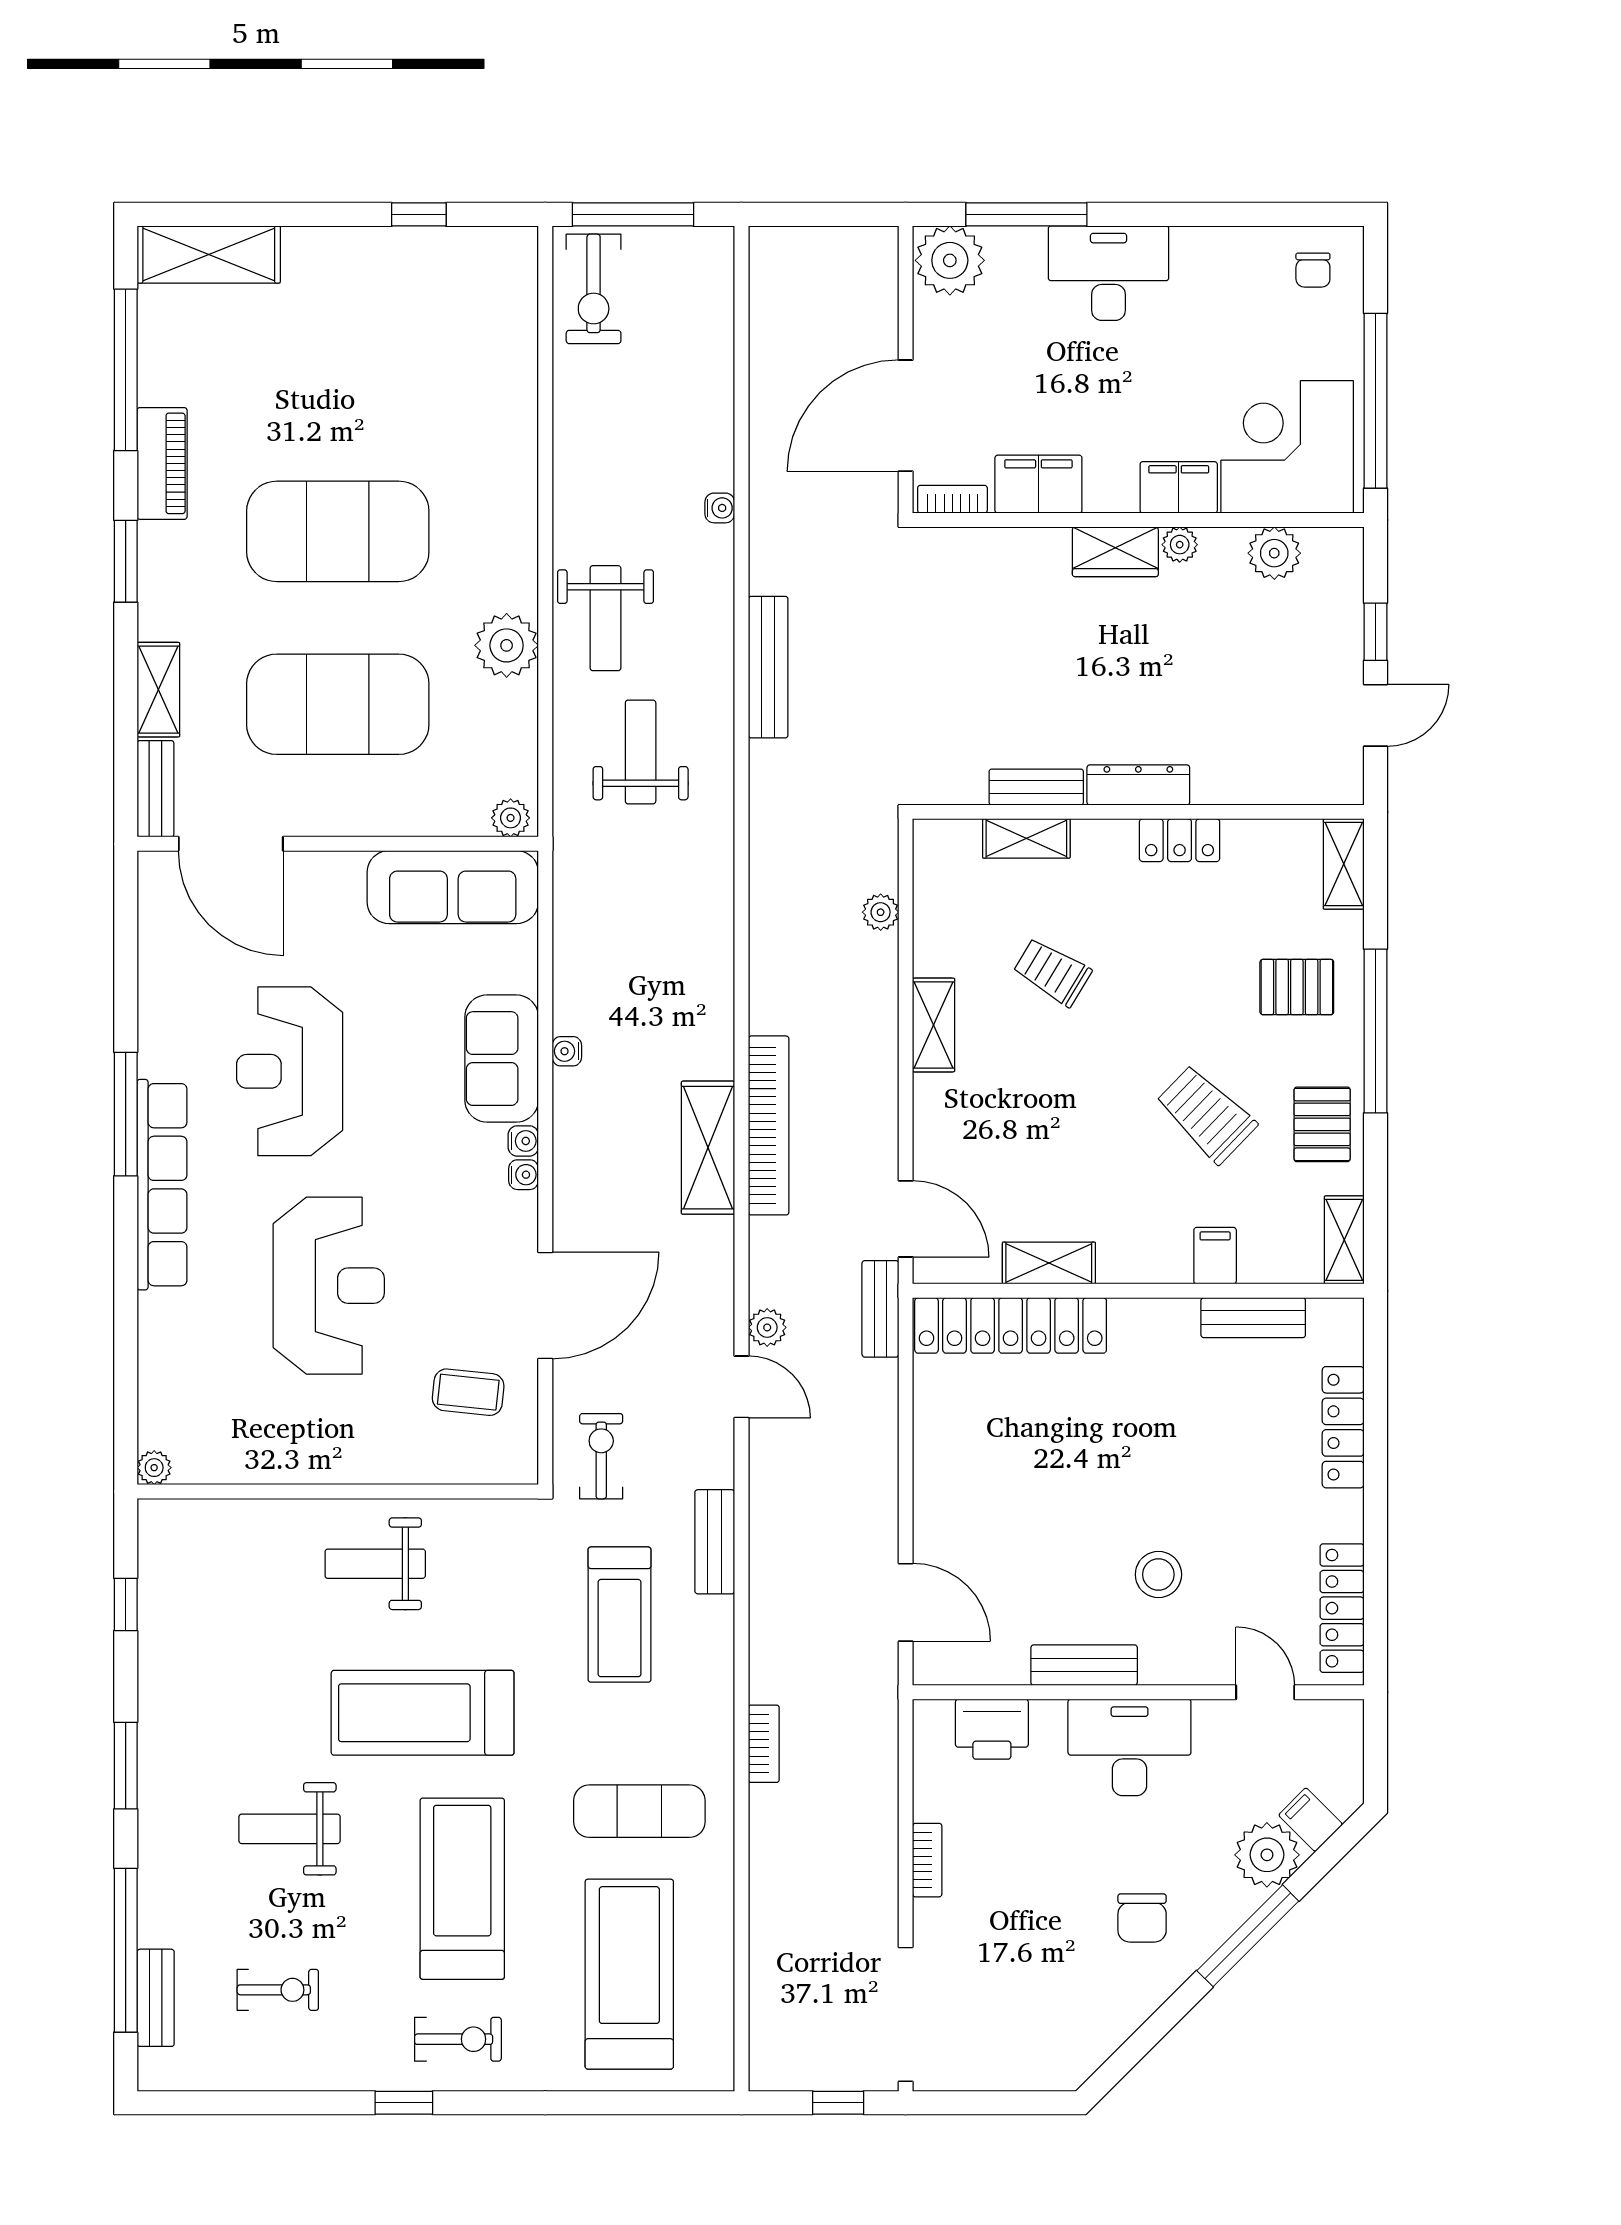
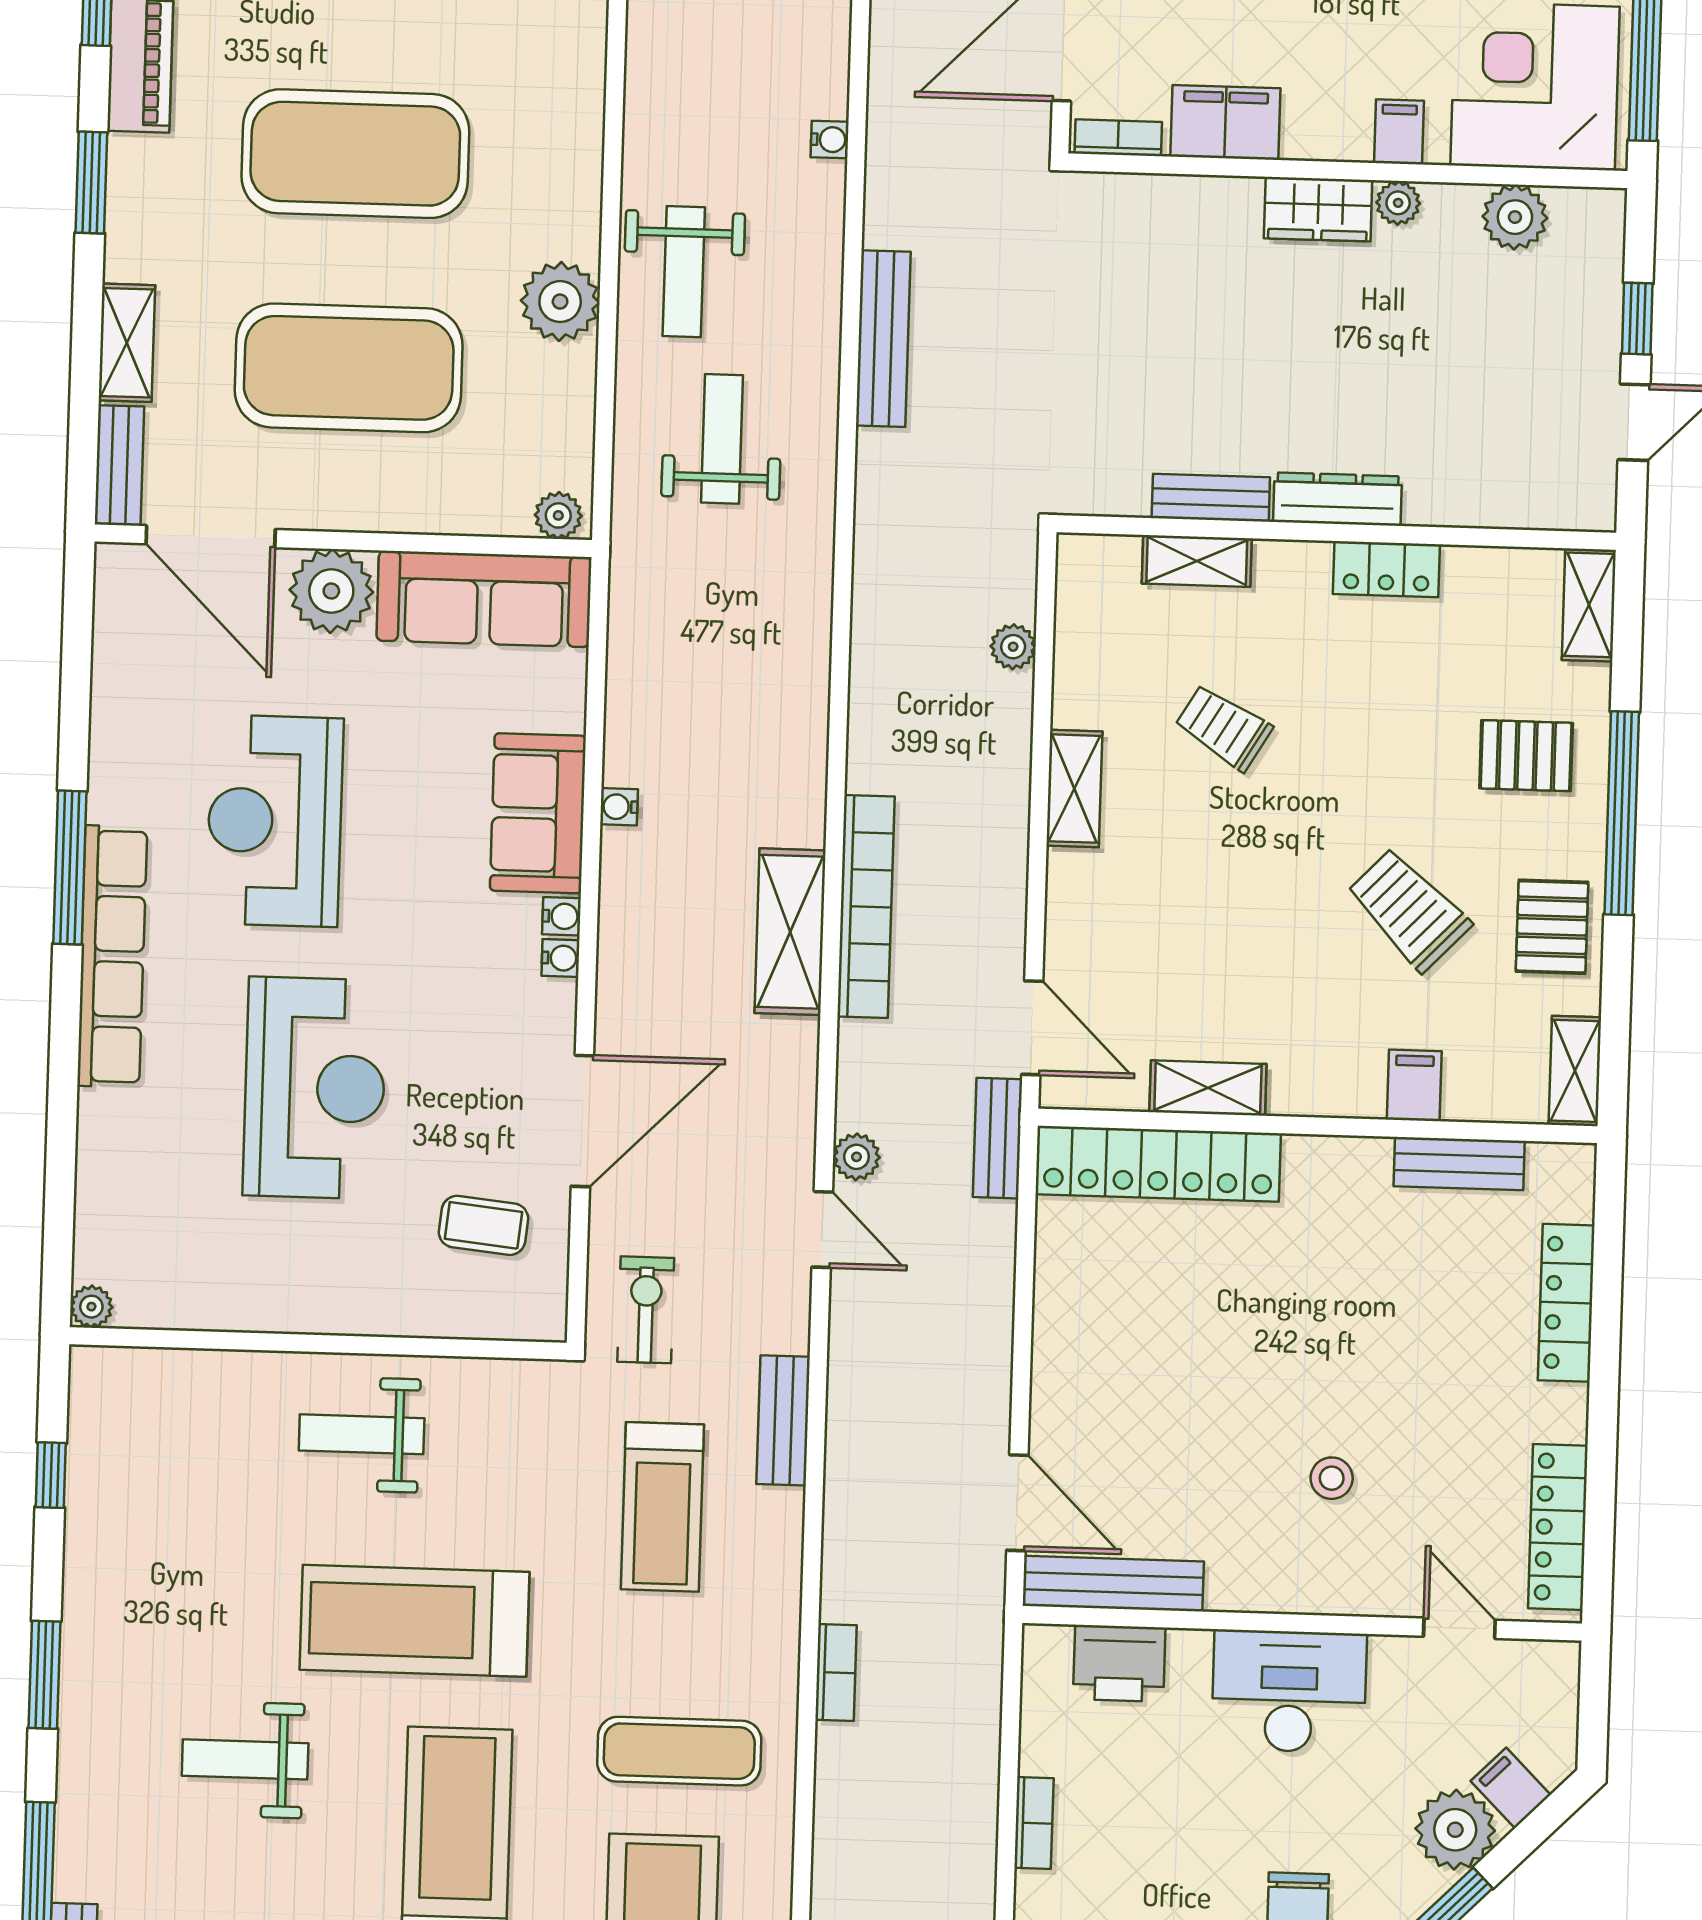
filing cabinet: (1179, 487) -> (1399, 132), width x0.50
plant: (329, 885) -> (331, 591), added
stool: (1158, 1575) -> (1332, 1478), width x0.73, depth x0.73
bench: (1084, 1665) -> (1113, 1584), moved, width x1.36

